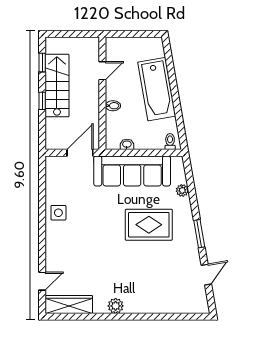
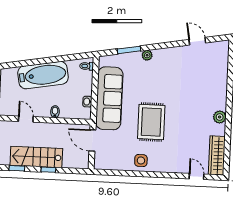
plant: (182, 190) -> (147, 55), moved
rug: (149, 225) -> (151, 122), moved
window: (199, 234) -> (129, 50), moved

